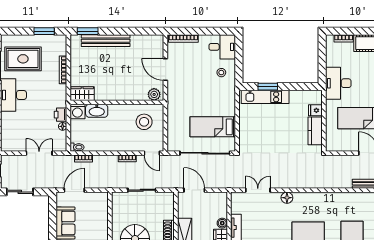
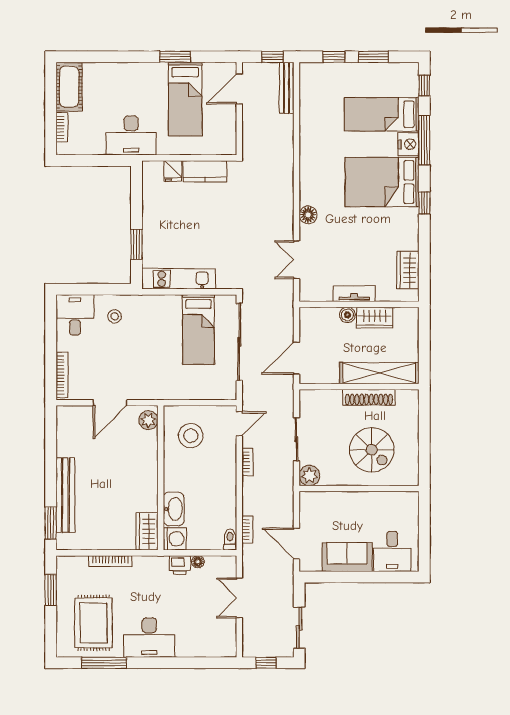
kitchen unit: (265, 97) -> (179, 279), moved, turned -90
plant: (118, 199) -> (309, 476), added

